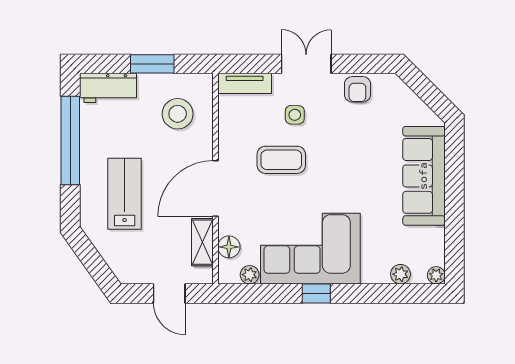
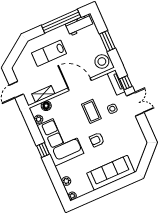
window: (254, 64) -> (126, 83), added
workbench: (108, 88) -> (79, 25), moved, turned -90
armchair: (357, 89) -> (97, 140), moved
stool: (178, 114) -> (102, 61), moved
door: (215, 189) -> (80, 84), moved
lab bench: (125, 194) -> (49, 53), turned 180

